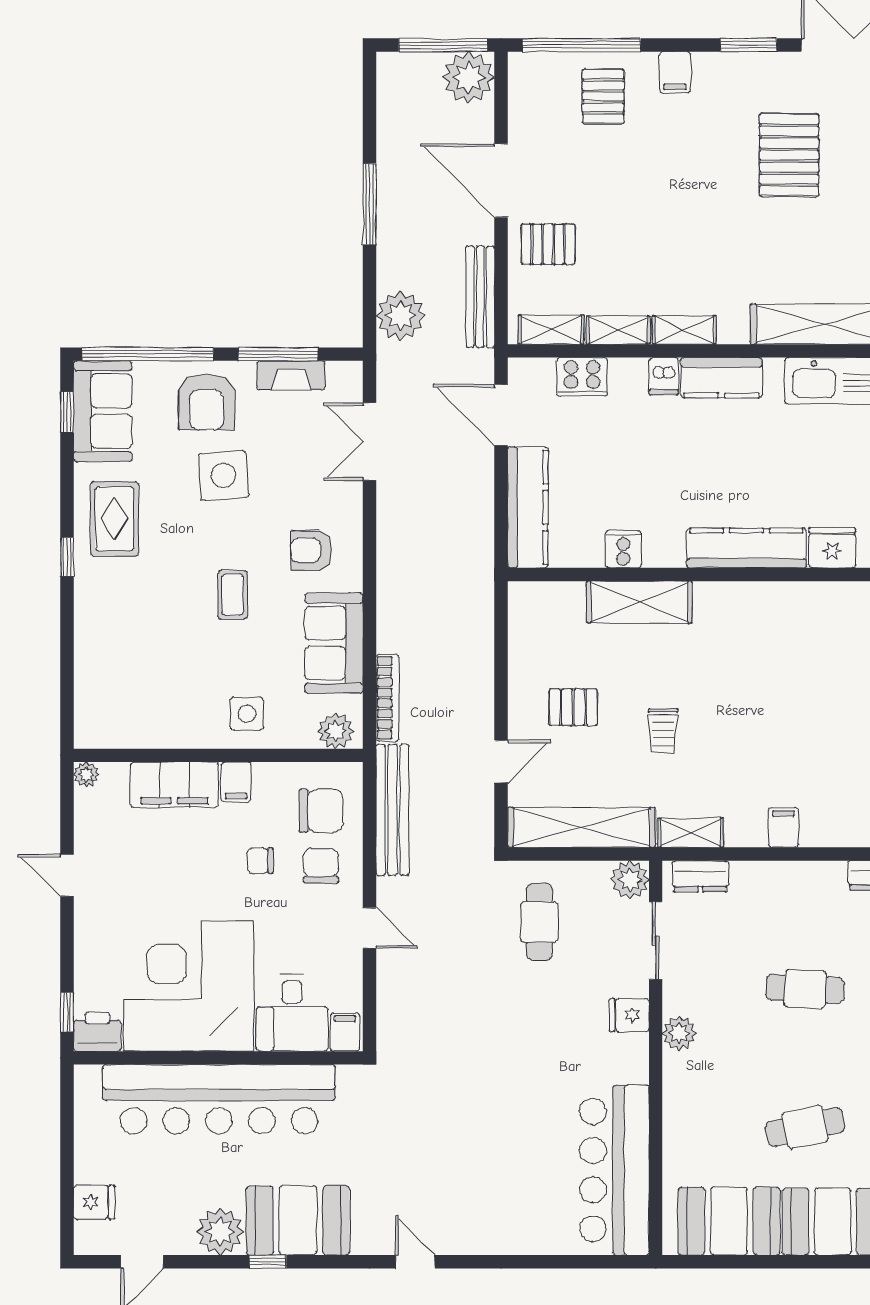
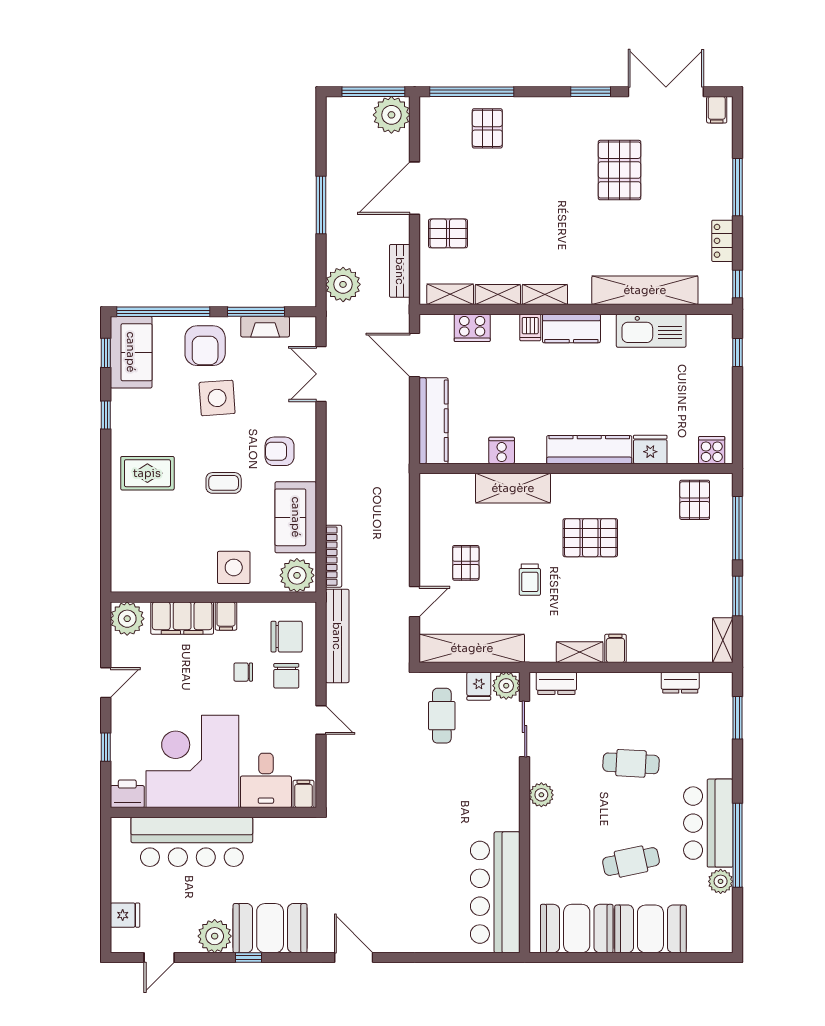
filing cabinet: (675, 72) -> (538, 111), removed
door: (501, 181) -> (415, 188), hinge flipped
bench: (480, 297) -> (400, 271), width x0.73
rug: (114, 519) -> (147, 473), moved, turned 90
window: (67, 557) -> (106, 415), moved
coffee table: (233, 595) -> (224, 483), turned 90
pallet: (748, 672) -> (590, 538), added
pallet: (573, 707) -> (466, 563), turned 90
side table: (247, 714) -> (234, 567), width x1.37, depth x1.37
plant: (336, 731) -> (297, 575), width x1.36, depth x1.36
plant: (86, 775) -> (127, 619), width x1.88, depth x1.88
shelving: (691, 833) -> (580, 652), moved
chair: (321, 866) -> (286, 676), turned 180
door: (67, 875) -> (106, 683), swing flipped
window: (67, 1012) -> (106, 747), moved
fridge: (629, 1015) -> (479, 686), moved, turned -90
bar counter: (219, 1099) -> (192, 842), width x0.73
door: (415, 1262) -> (354, 957), width x1.38

